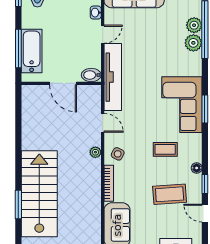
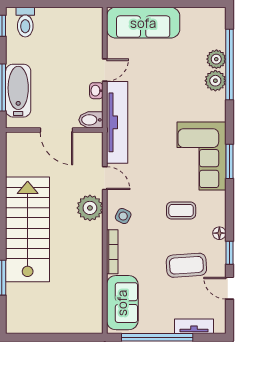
washbasin: (96, 13) -> (96, 91), moved
plant: (95, 152) -> (90, 208), width x1.88, depth x1.88
stairs: (39, 194) -> (28, 229), moved

